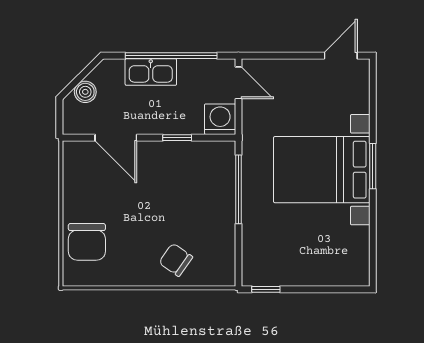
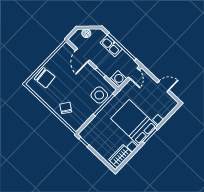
door: (341, 56) -> (163, 86), moved
side table: (213, 180) -> (99, 95), added
chair: (87, 242) -> (45, 78), turned -95
wardrobe: (355, 253) -> (120, 156), added

